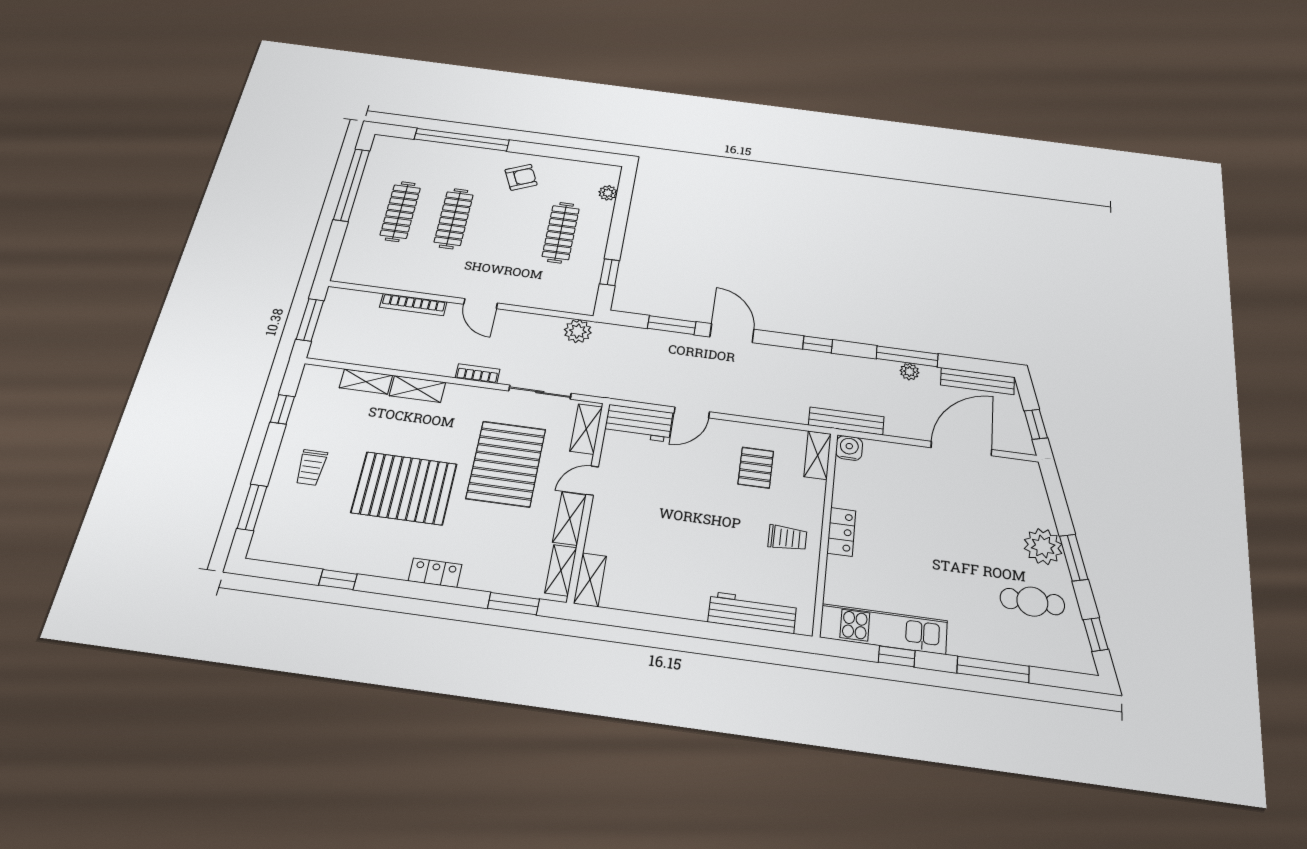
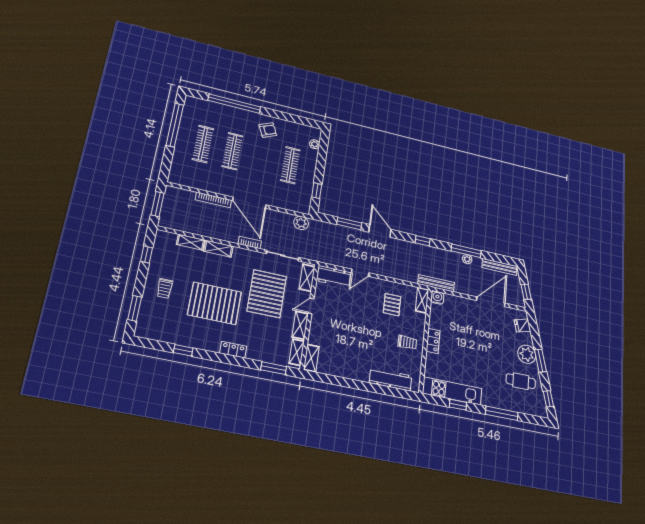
door: (481, 304) -> (249, 203), width x1.87
fridge: (1031, 490) -> (522, 325), added

